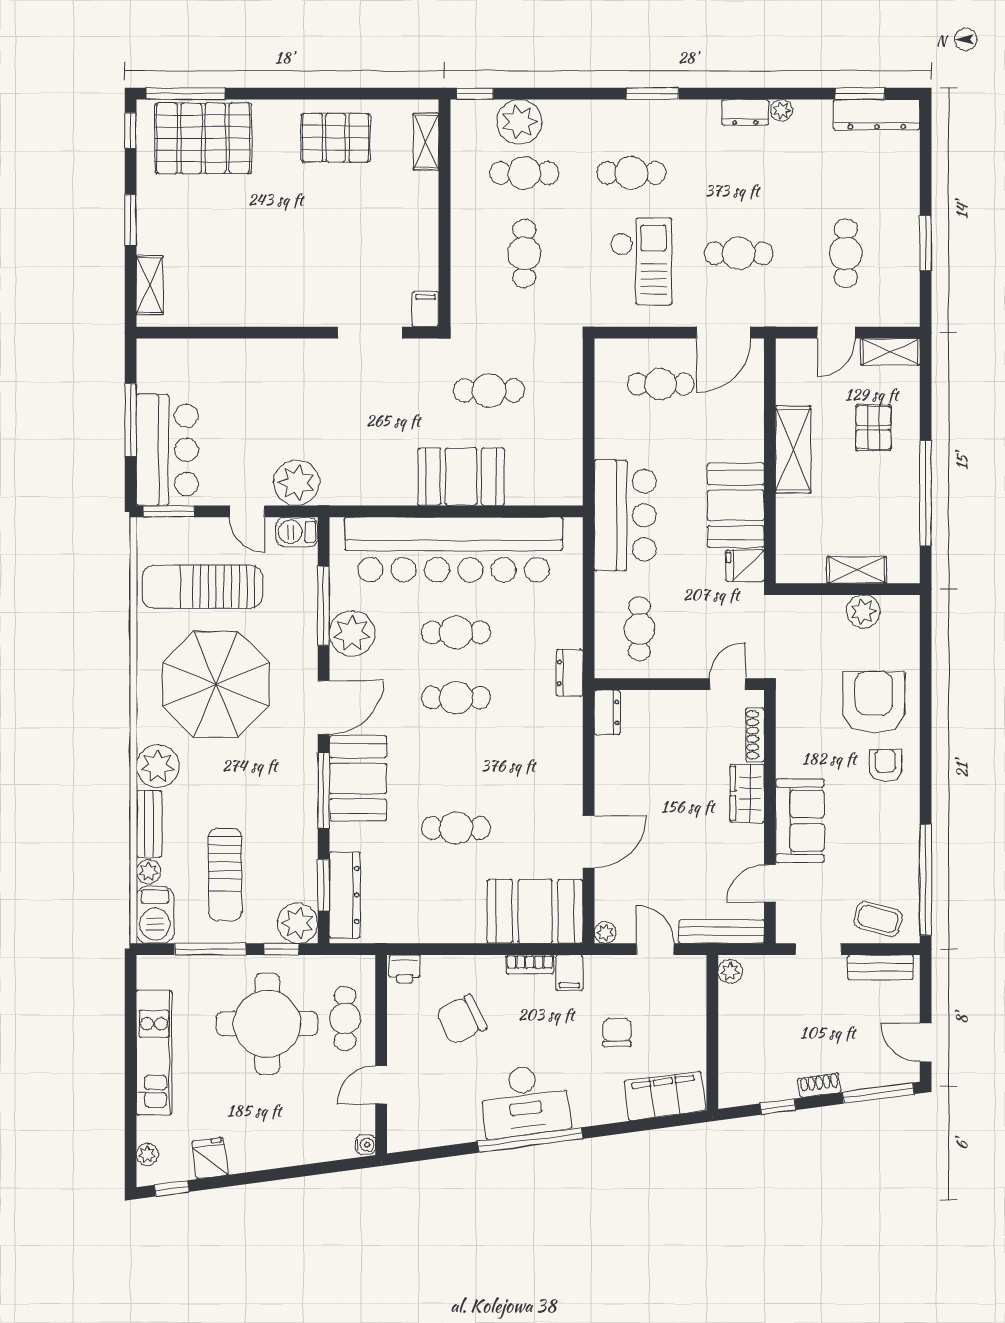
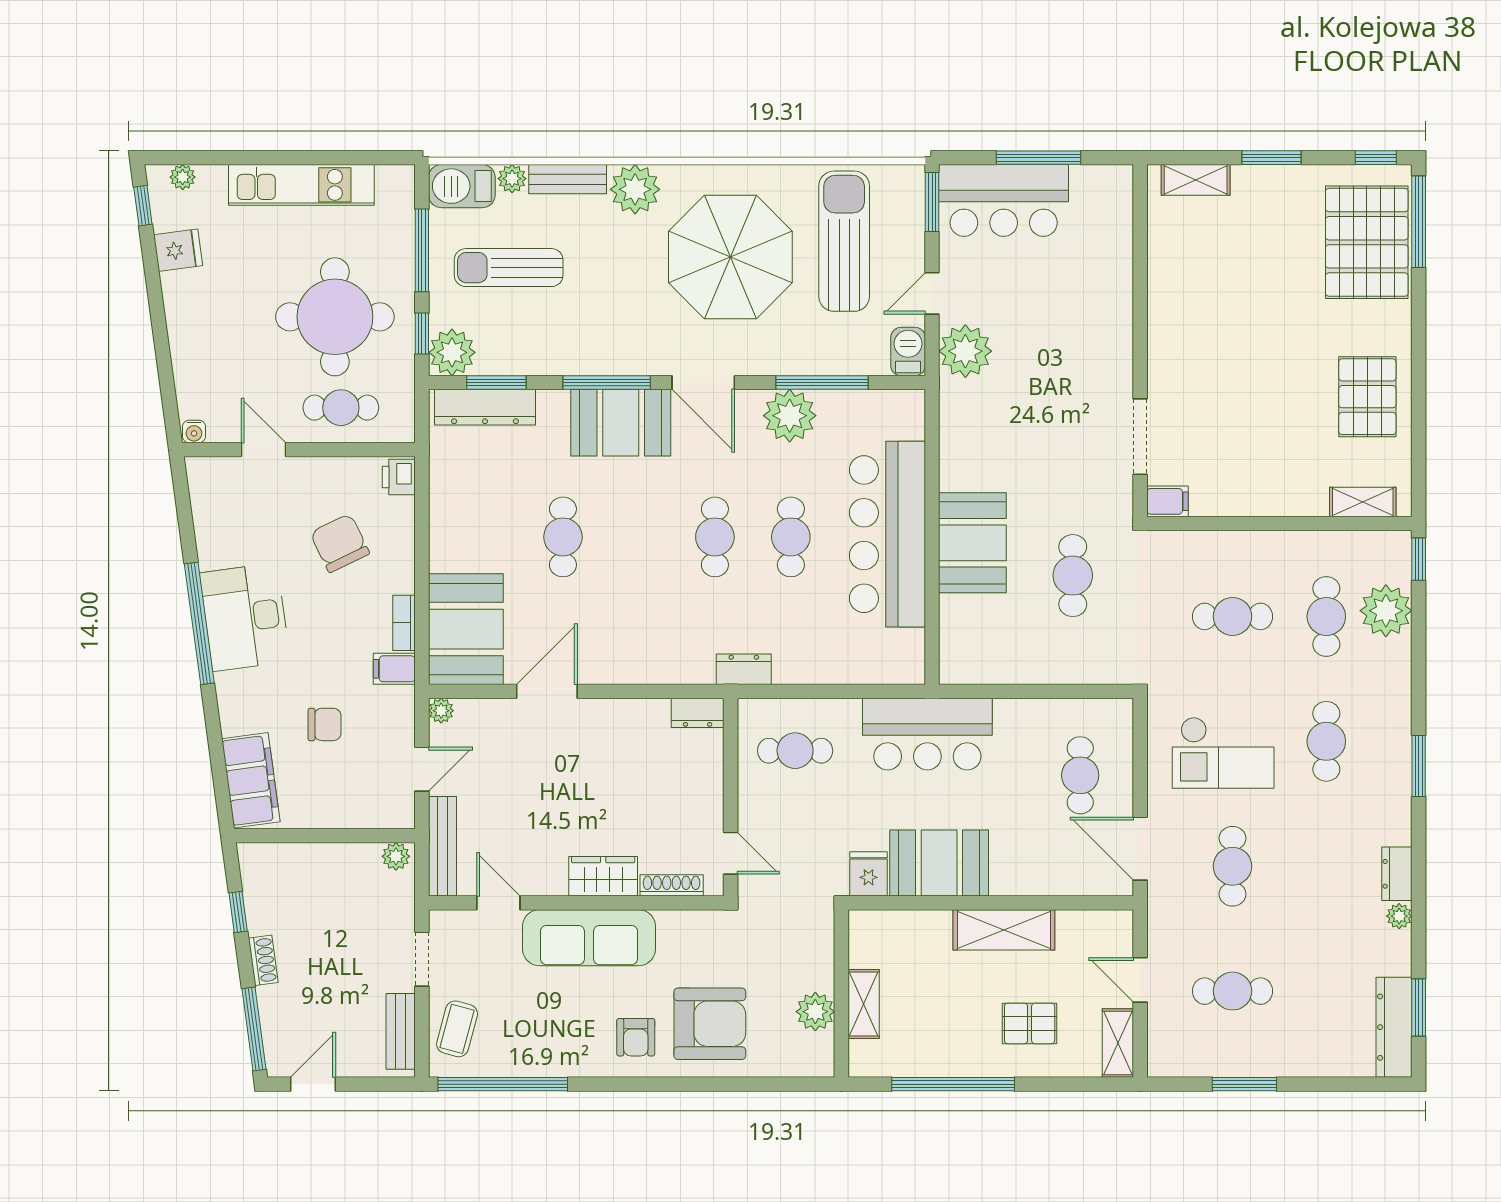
bar counter: (454, 550) -> (887, 534), width x0.73
armchair: (885, 765) -> (636, 1037), turned 90
sofa: (800, 821) -> (589, 938), width x1.36
door: (589, 842) -> (547, 691), swing flipped

